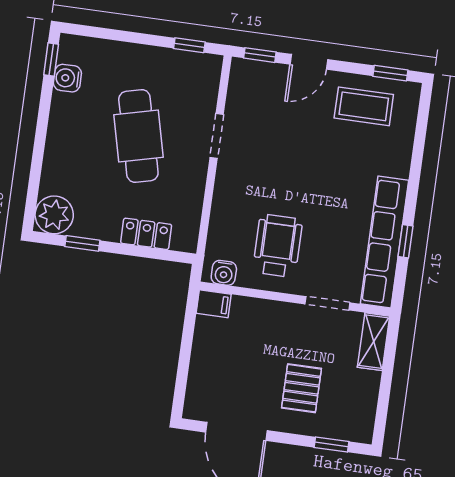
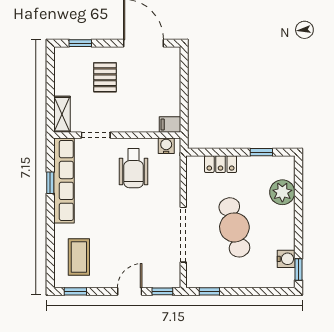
coffee table: (364, 106) -> (79, 257), moved, turned 90
doorway: (217, 136) -> (183, 235), width x1.88
plant: (54, 215) -> (282, 192), moved

